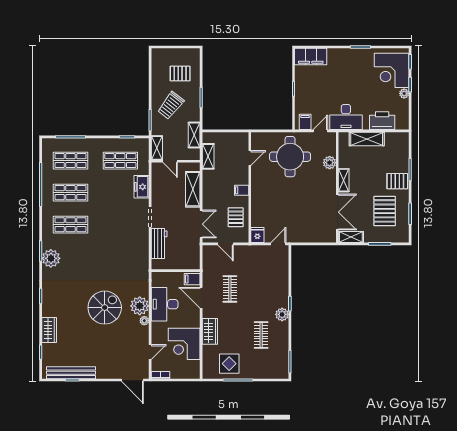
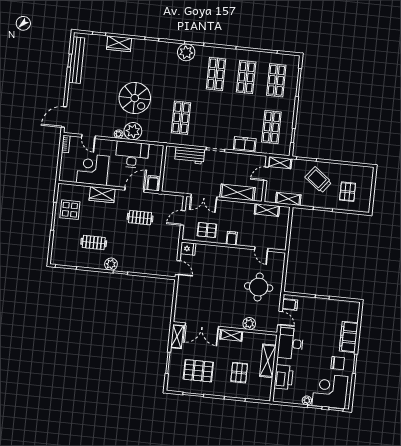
filing cabinet: (311, 56) -> (349, 337), moved
chair: (361, 65) -> (338, 363), added
round table: (290, 157) -> (259, 287), width x0.73, depth x0.73
pallet: (397, 181) -> (239, 373), moved
shop shelf: (120, 257) -> (181, 118), added

